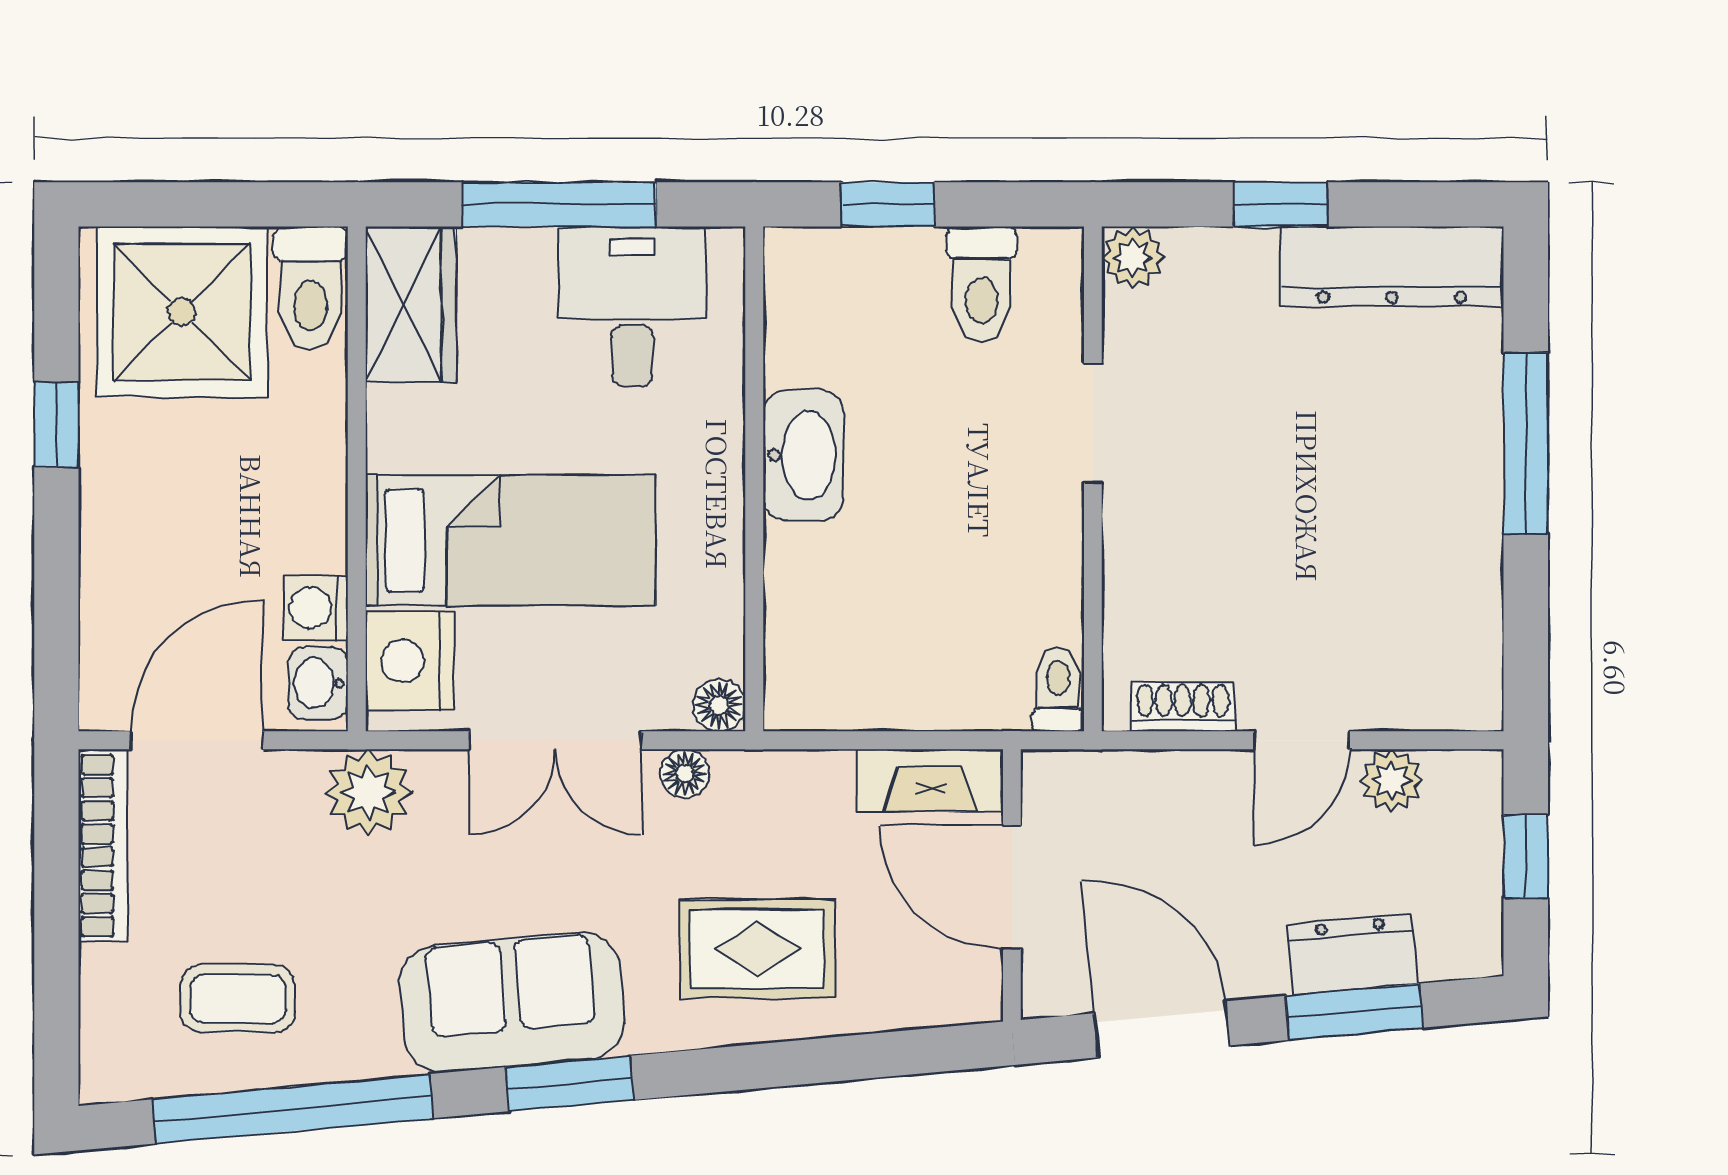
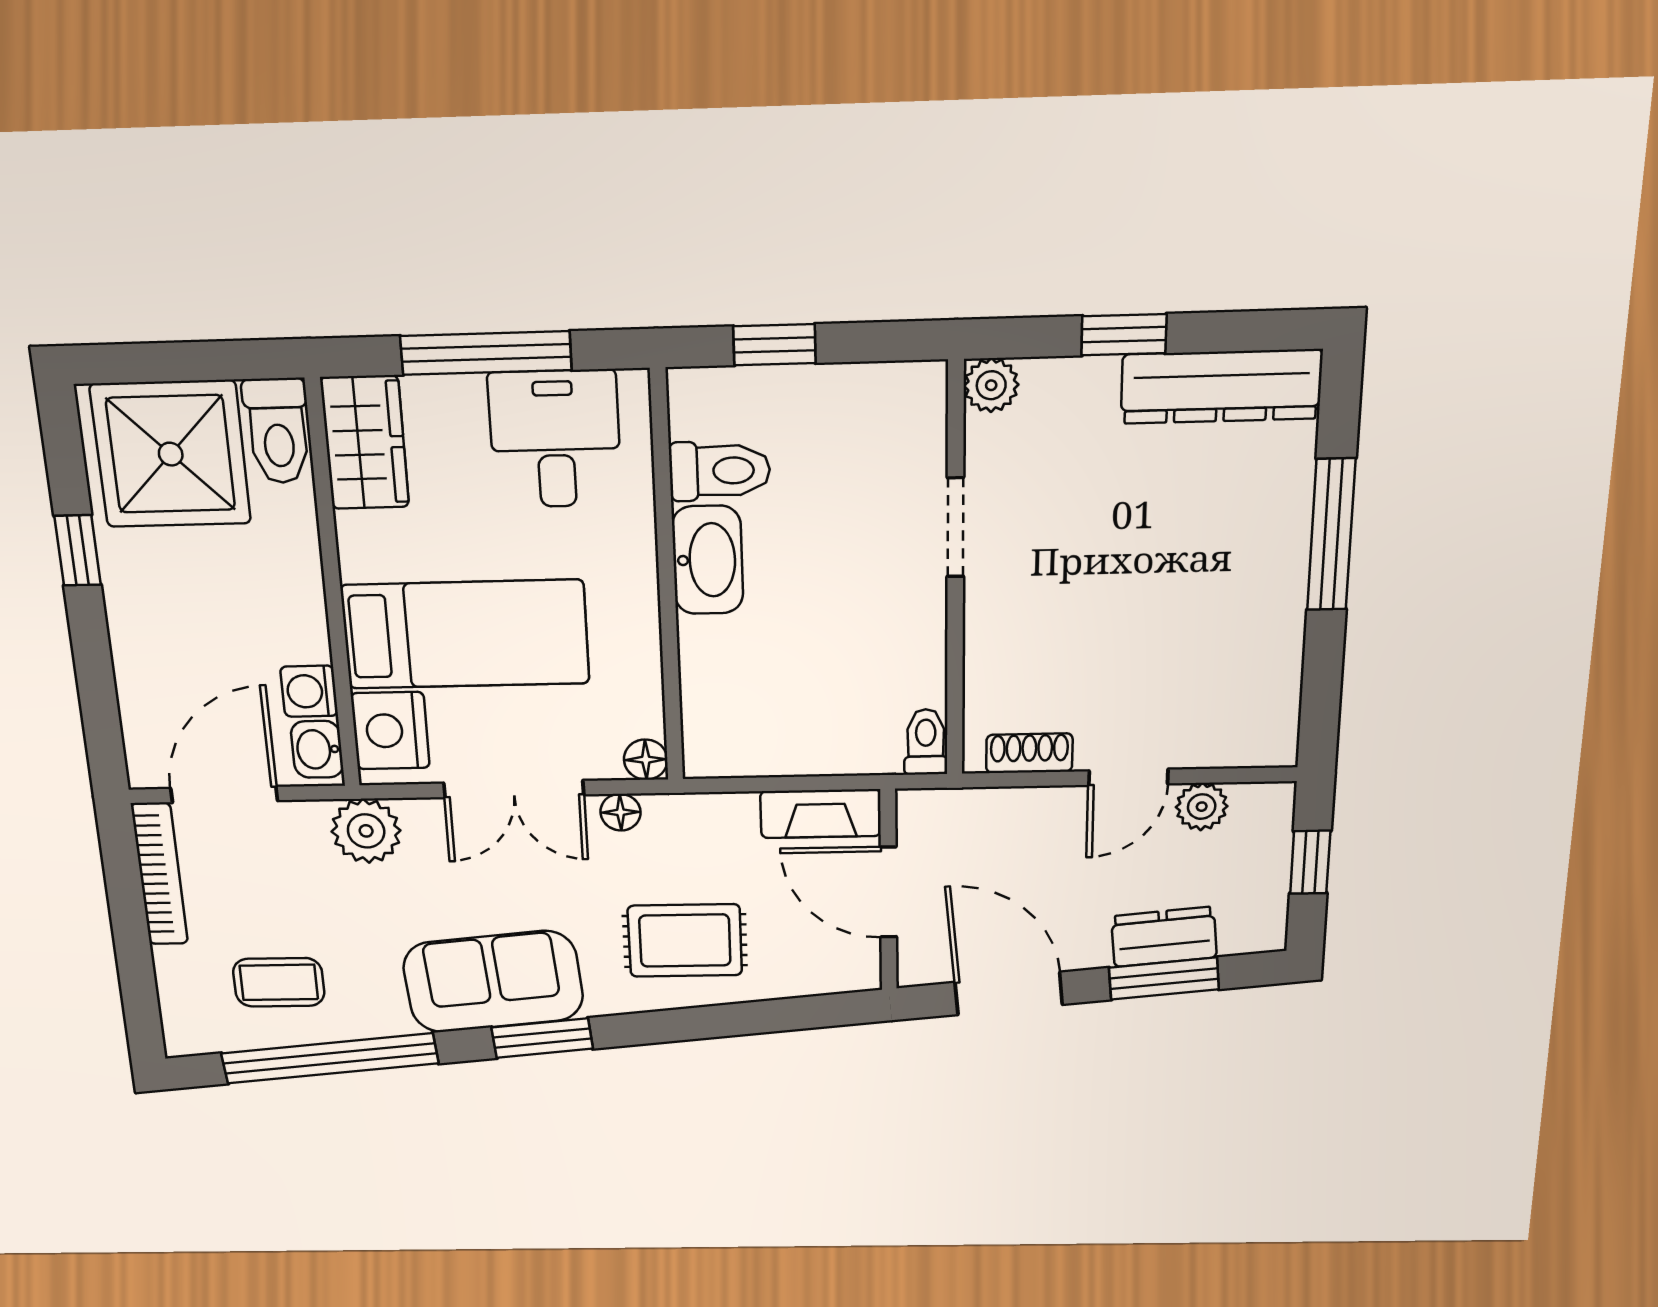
toilet: (982, 284) -> (720, 471), moved, turned -90

